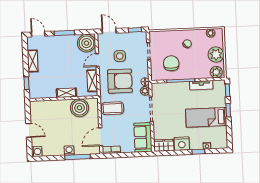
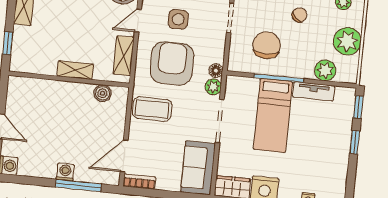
plant: (216, 72) -> (325, 70), moved
armchair: (120, 81) -> (172, 63), turned -90
boiler: (80, 108) -> (102, 93), width x0.54, depth x0.54
bed: (206, 117) -> (273, 115), moved, turned -90

